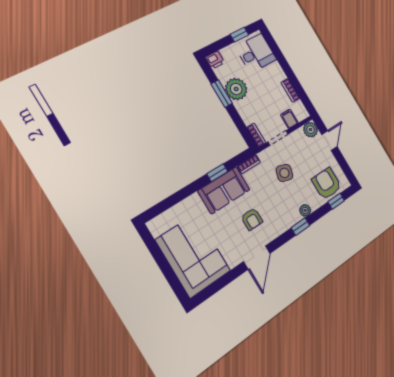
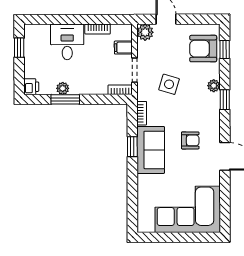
desk: (256, 53) -> (67, 42), moved
plant: (236, 89) -> (63, 88), width x0.53, depth x0.53

